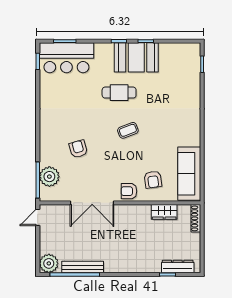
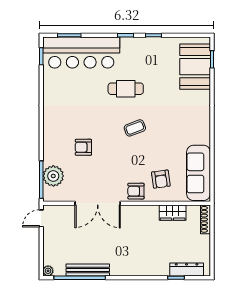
booth: (136, 57) -> (195, 67), moved, turned 90
bar counter: (66, 58) -> (81, 53), width x1.36
armchair: (78, 149) -> (83, 147), turned -74
plant: (49, 263) -> (48, 271), width x0.53, depth x0.53

